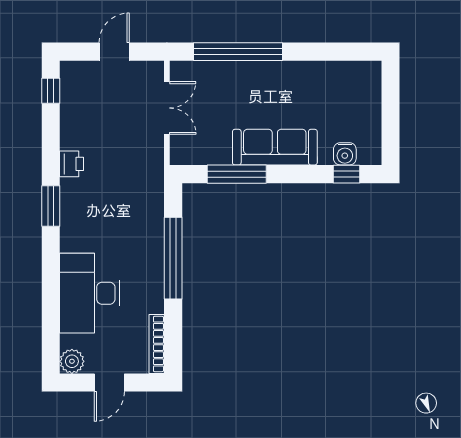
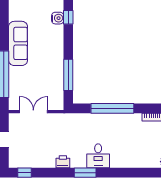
sofa: (275, 147) -> (18, 43), moved, turned 180
desk: (90, 293) -> (98, 156), moved, width x0.53, depth x0.77

